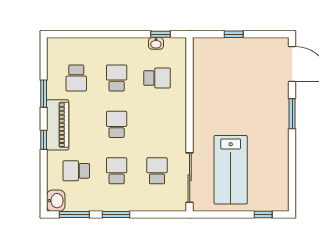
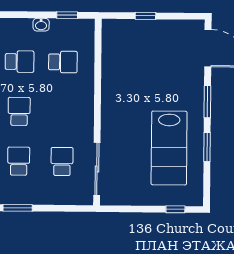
washbasin: (156, 43) -> (41, 25), moved
school desk: (117, 78) -> (20, 62), turned 90
window: (292, 156) -> (207, 147), added
lab bench: (231, 170) -> (169, 148), moved

